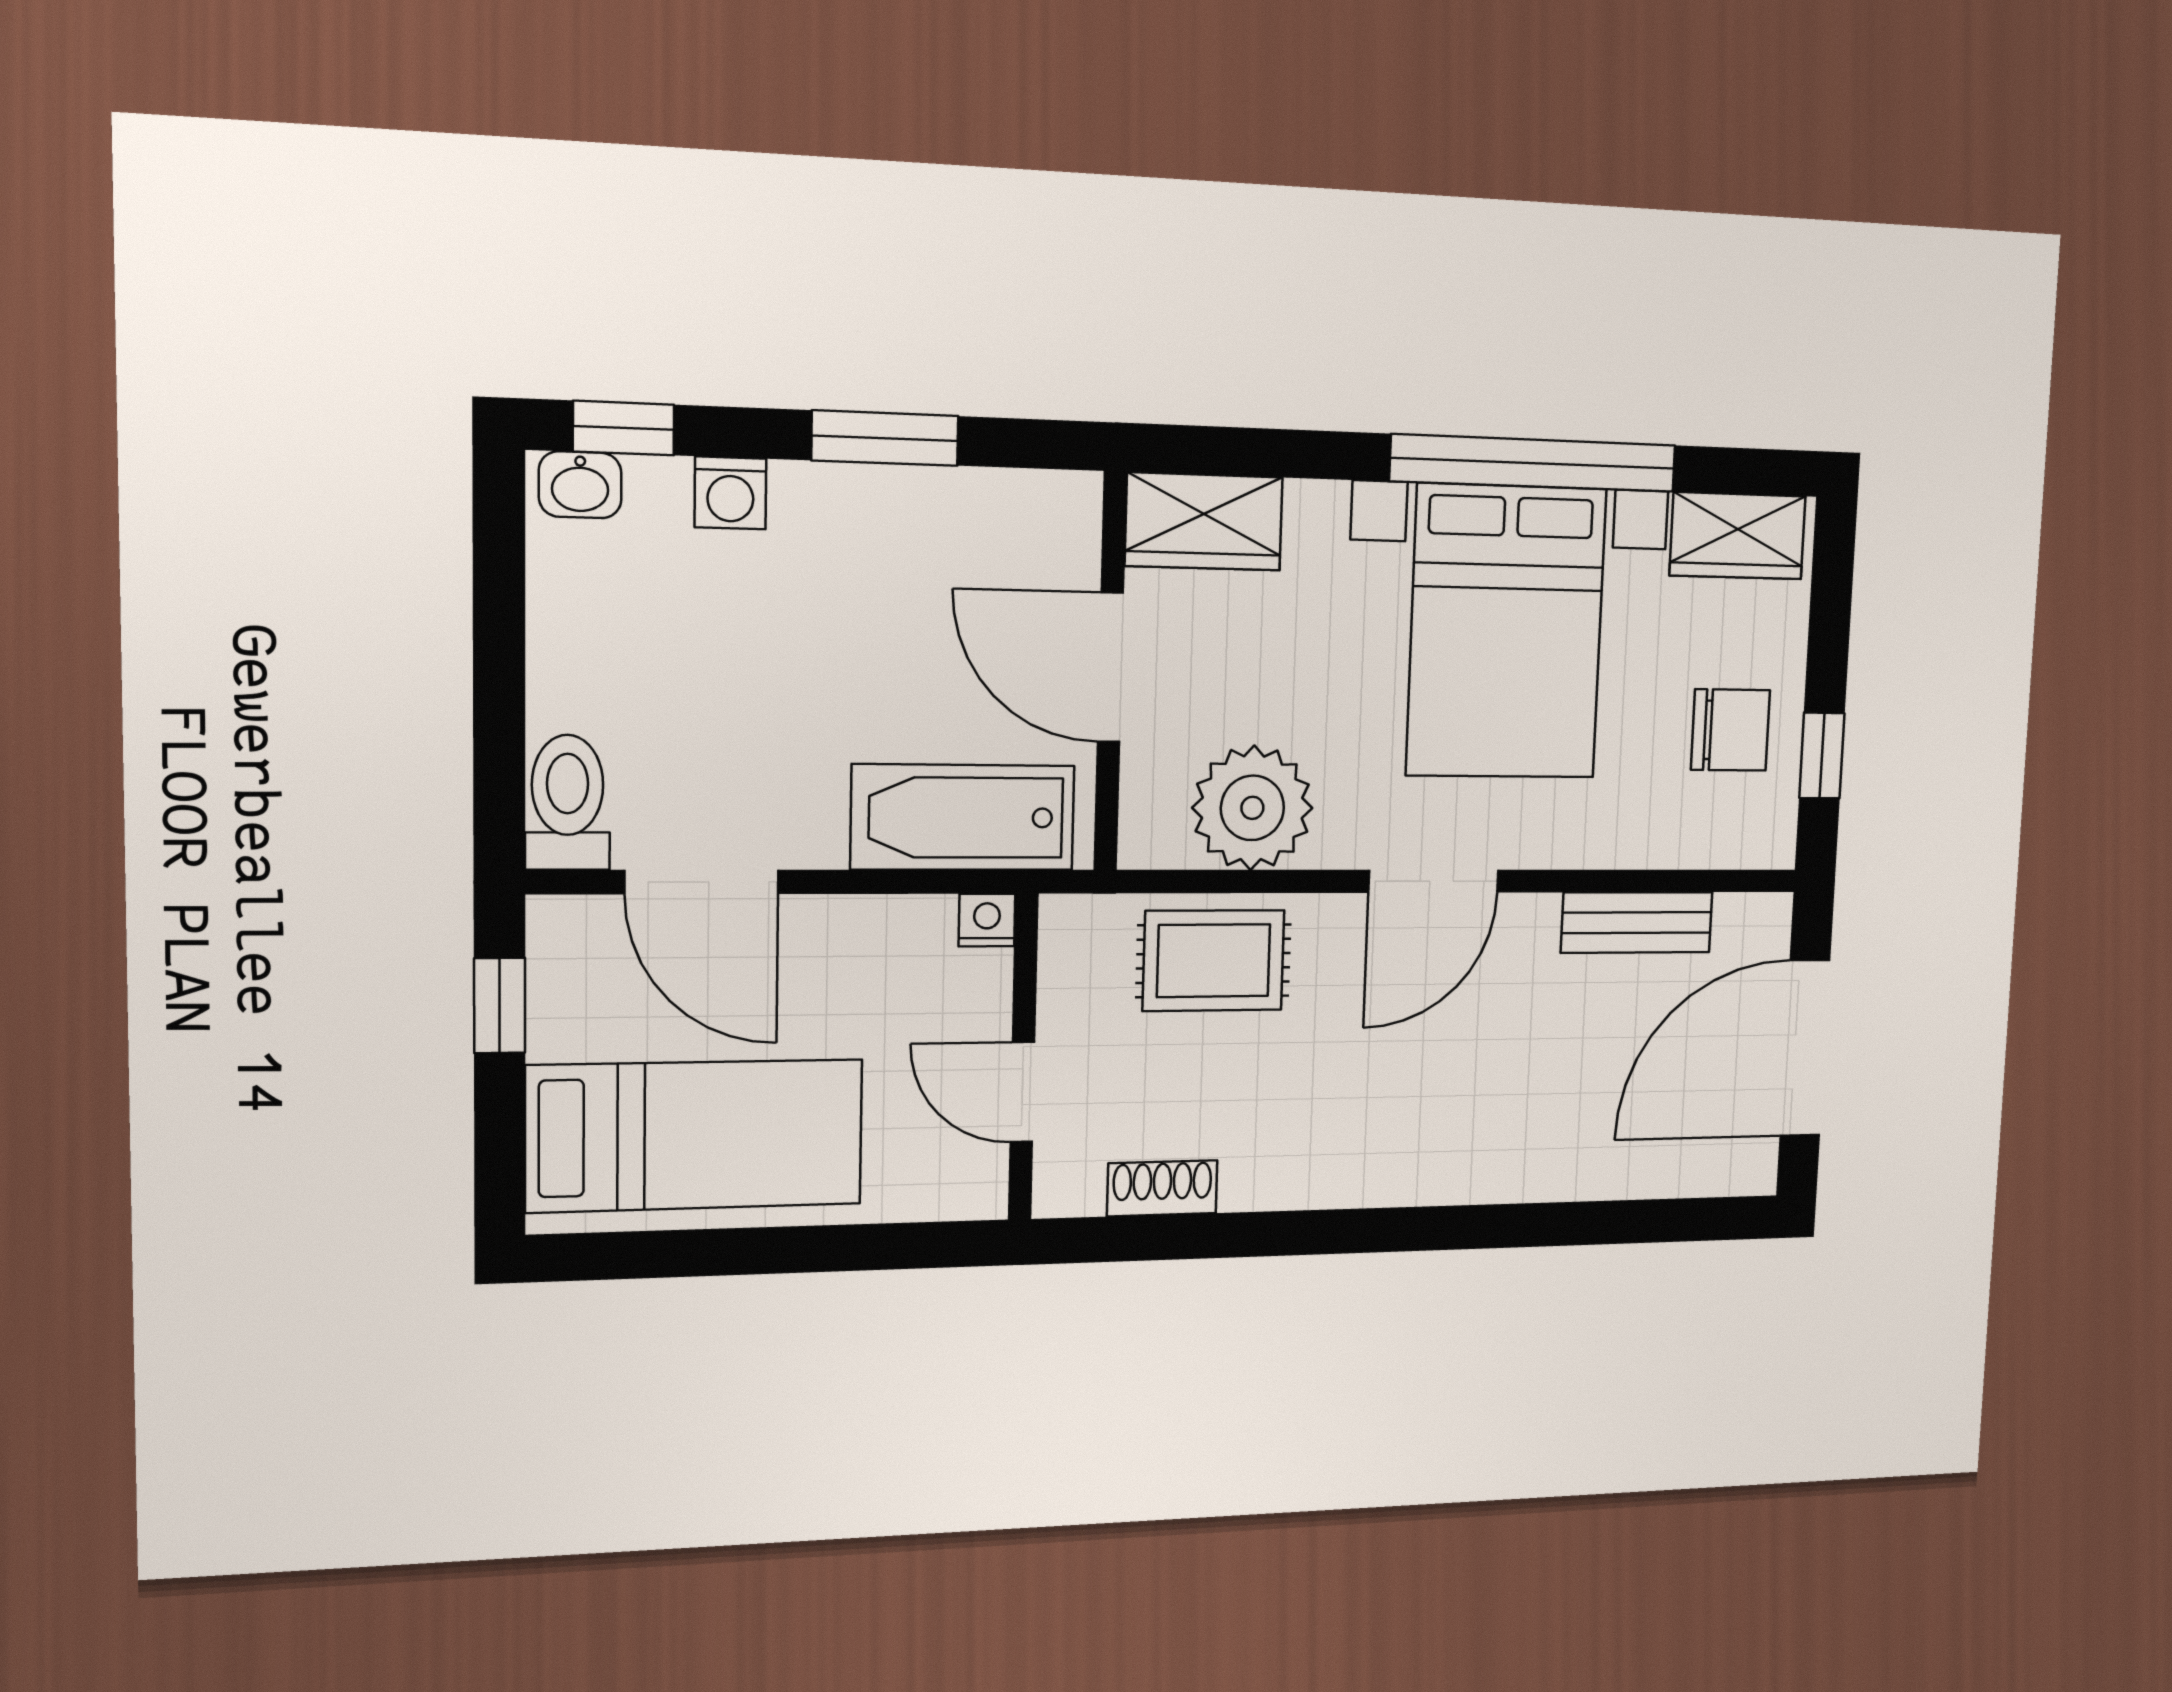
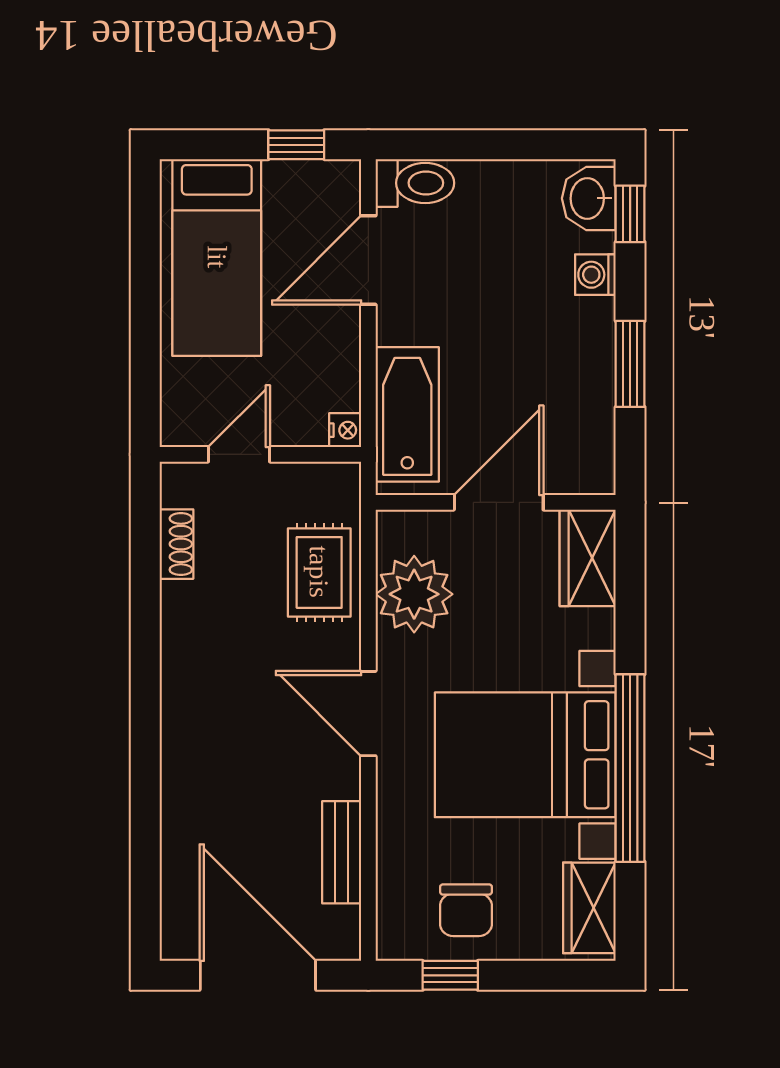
washbasin: (580, 485) -> (589, 198), width x1.38, depth x1.45

